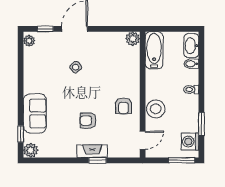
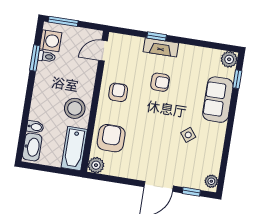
armchair: (123, 65) -> (111, 138), added
side table: (76, 67) -> (188, 135), moved
toilet: (191, 90) -> (47, 57), moved
stool: (156, 109) -> (75, 108), moved

